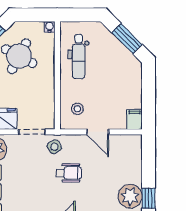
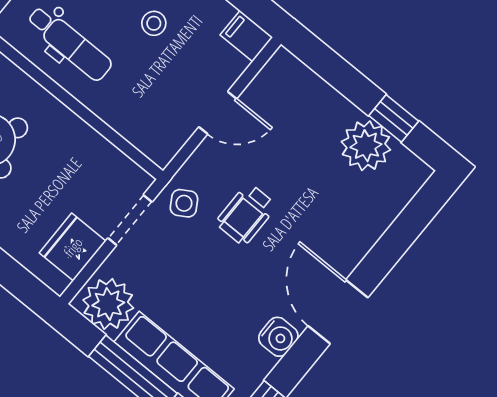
stool: (77, 109) -> (154, 23), moved
wheelchair: (69, 173) -> (246, 214), turned 180

